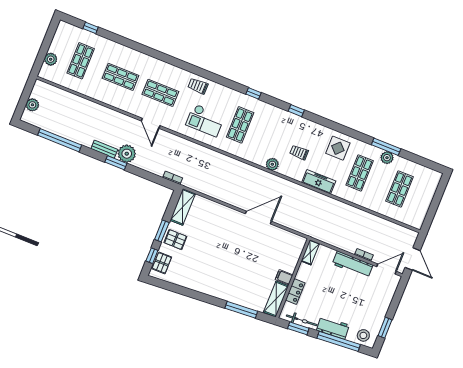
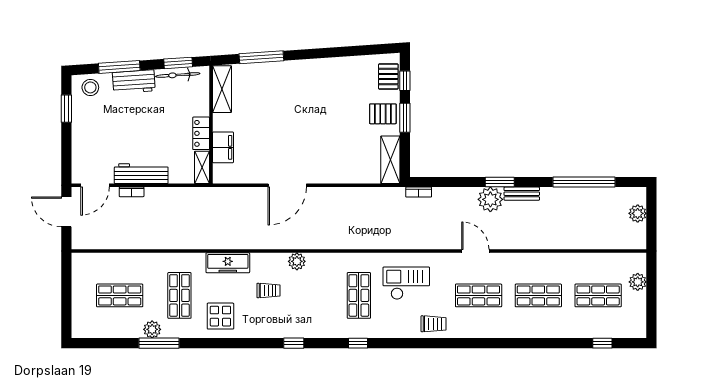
shop shelf: (81, 61) -> (598, 295), turned 90
shop shelf: (400, 189) -> (120, 295), turned 90
filing cabinet: (284, 277) -> (223, 147), moved, width x2.00
locker: (295, 291) -> (201, 133), moved
window: (339, 341) -> (119, 67), width x0.68

